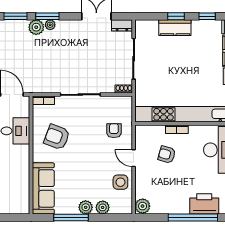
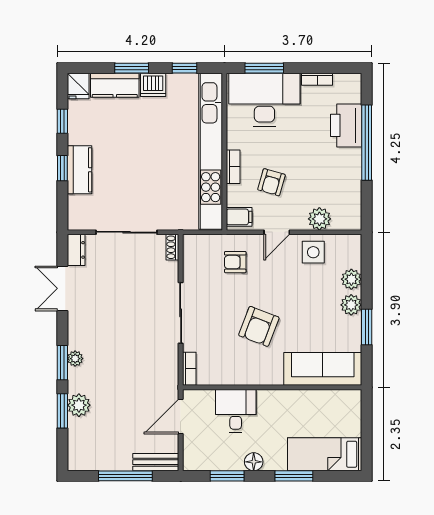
plant: (36, 27) -> (79, 405), moved
filing cabinet: (144, 133) -> (239, 217), added
armchair: (57, 137) -> (259, 326), moved
plant: (143, 206) -> (319, 219), moved
window: (71, 218) -> (367, 327), width x0.69

